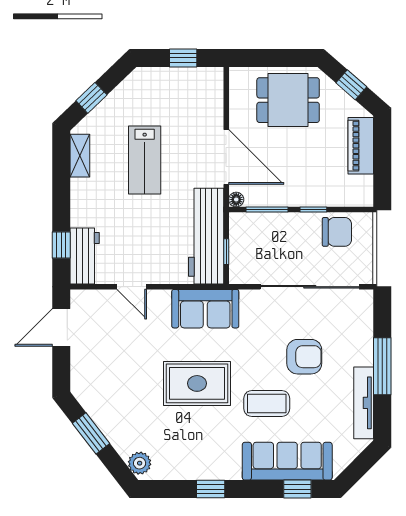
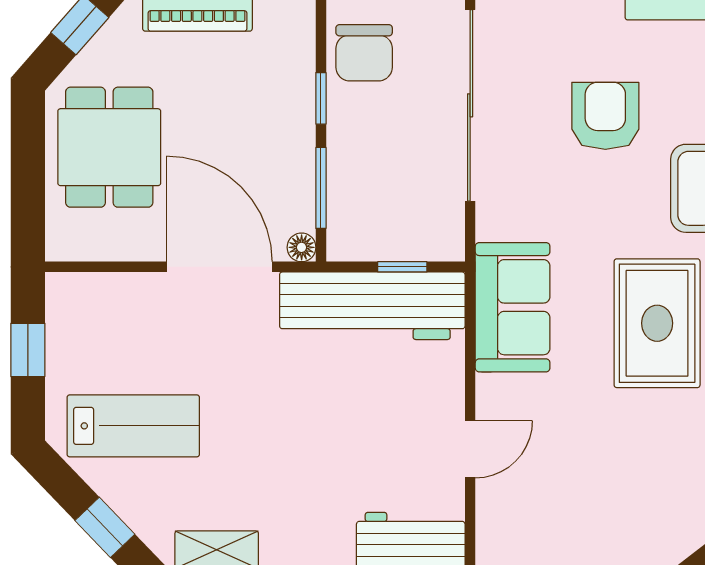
door: (226, 157) -> (219, 267), hinge flipped
lab bench: (145, 160) -> (133, 426), moved
chair: (337, 232) -> (364, 53), turned 180

